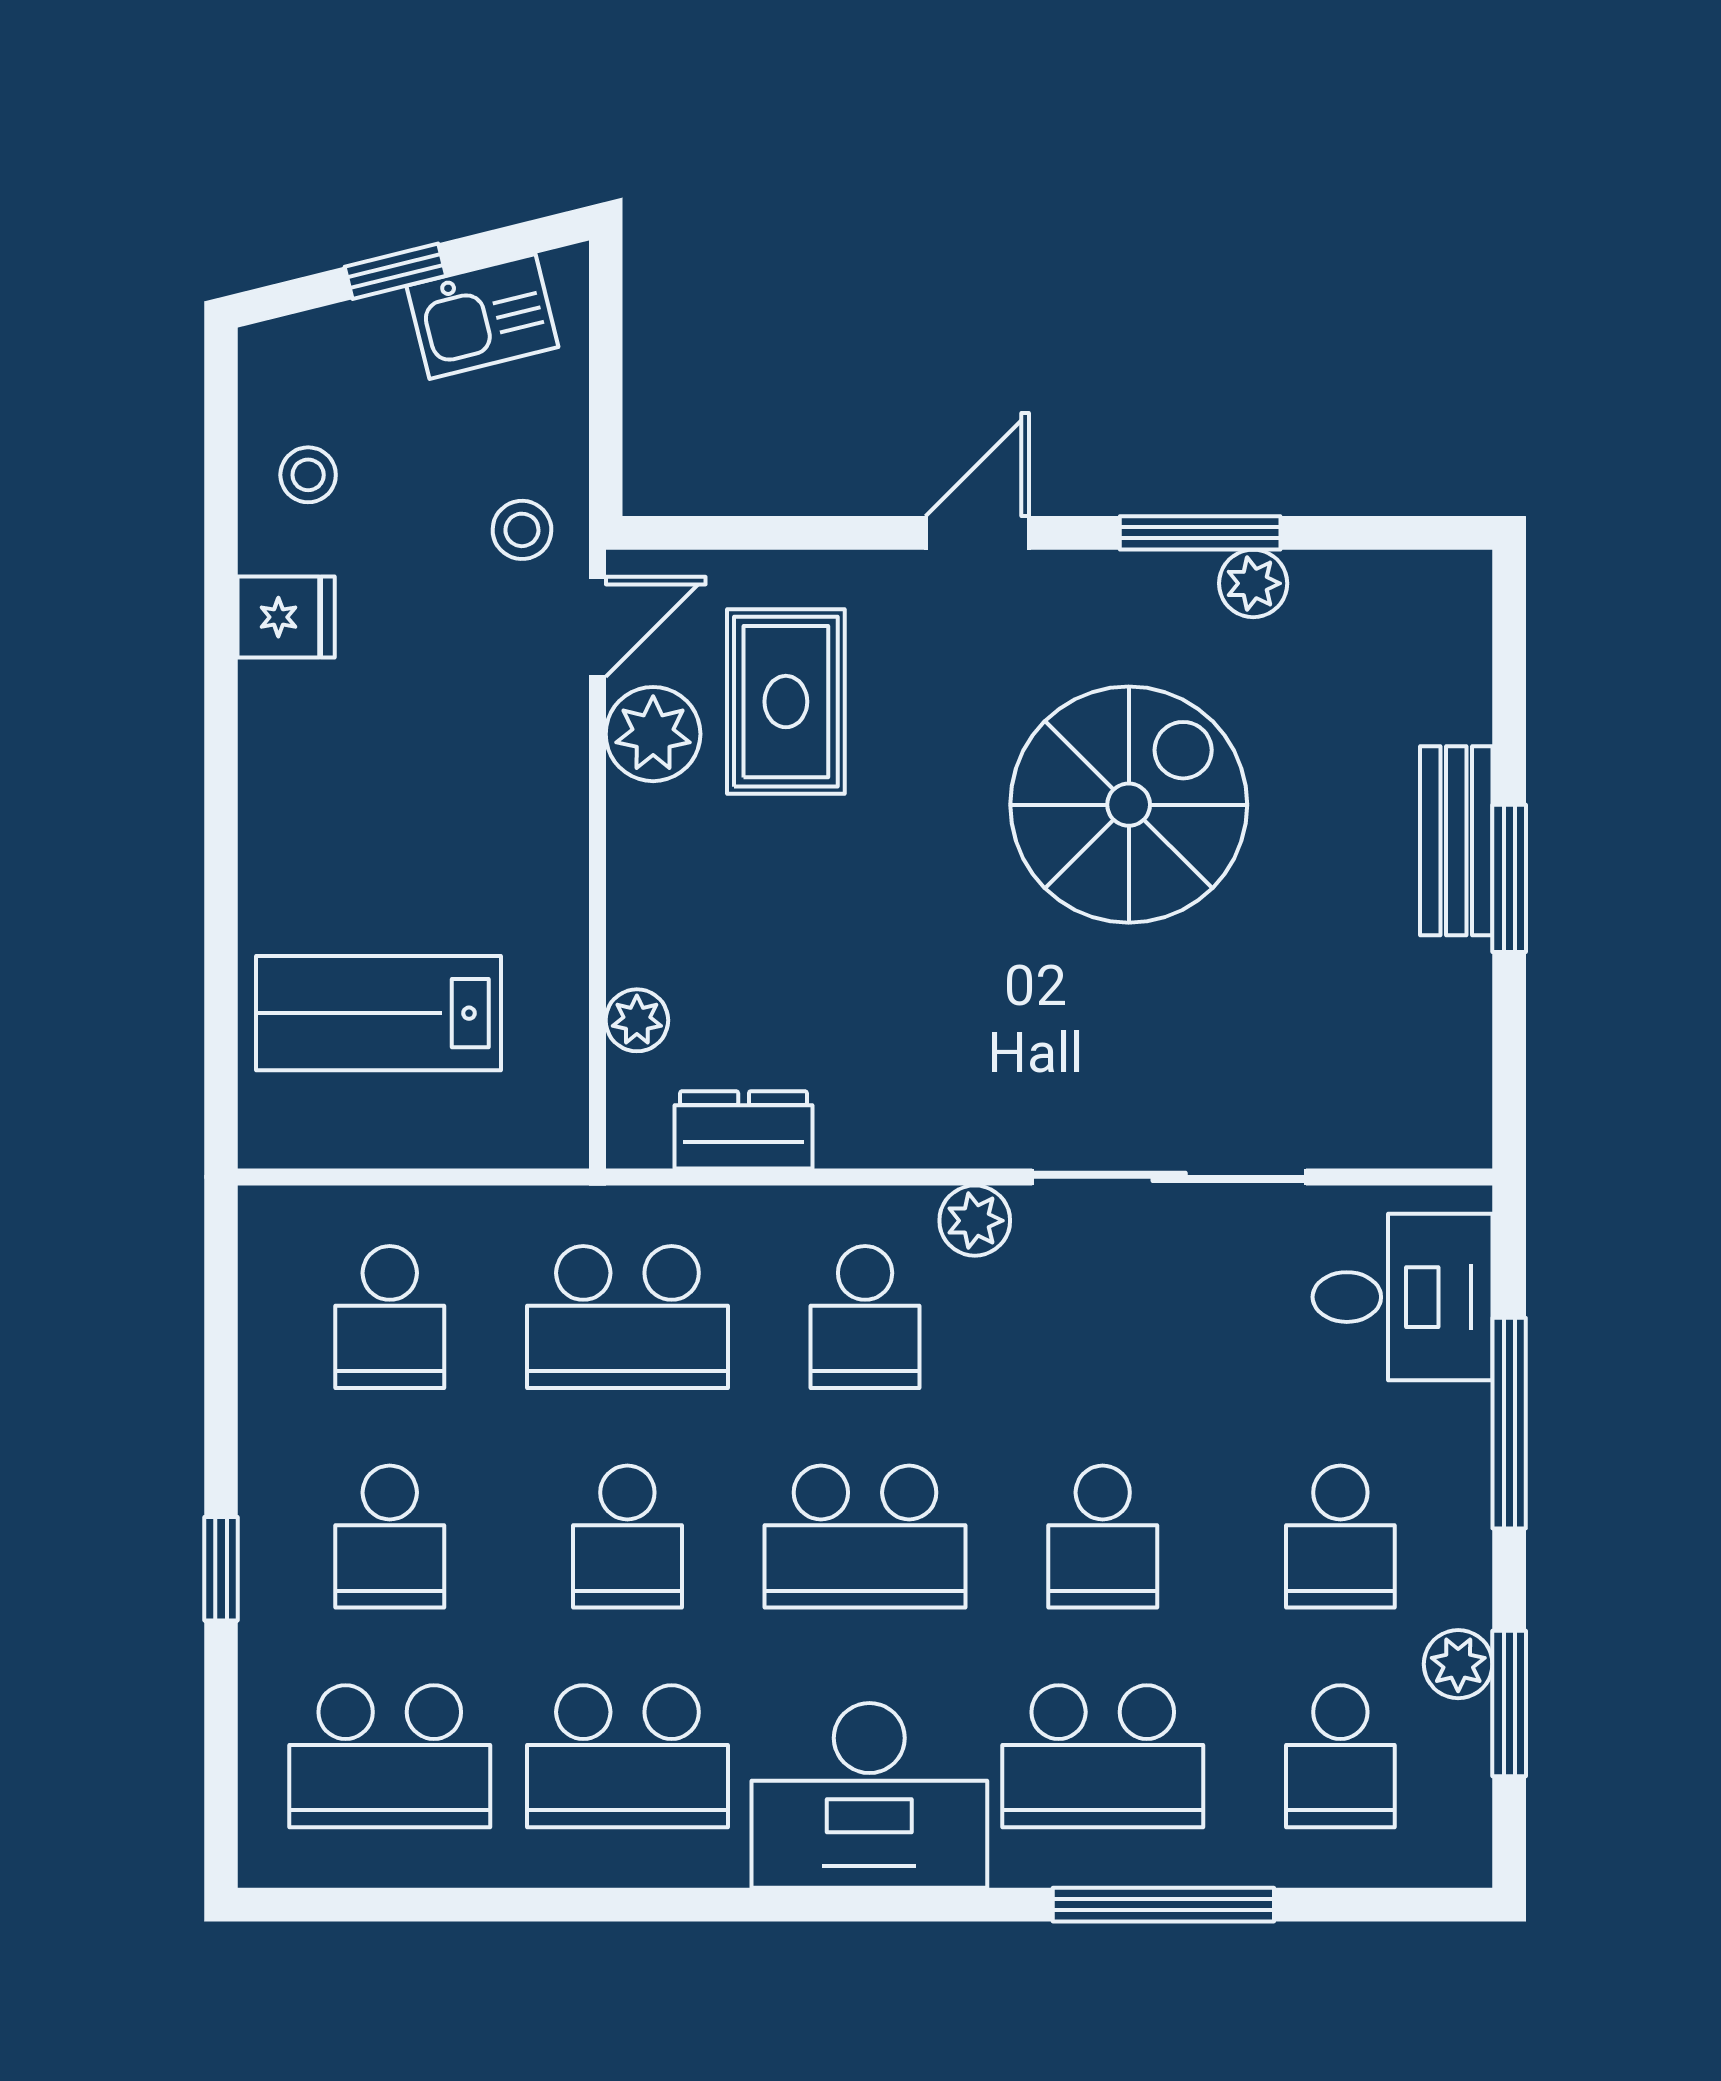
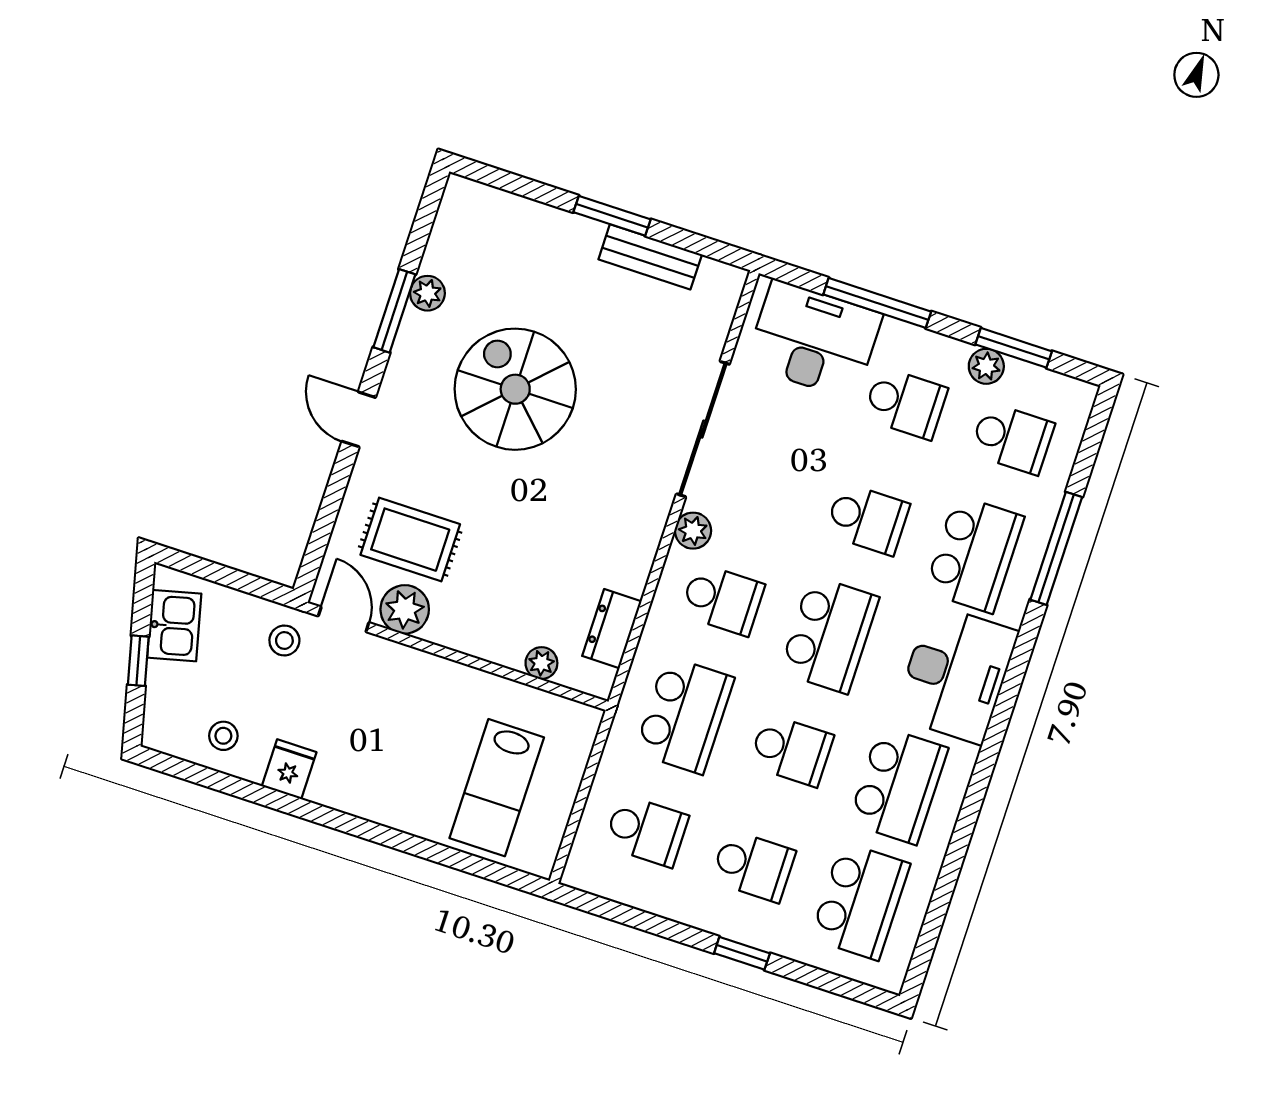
bench: (1456, 841) -> (650, 257), moved
desk: (1403, 1297) -> (814, 340), width x1.37

